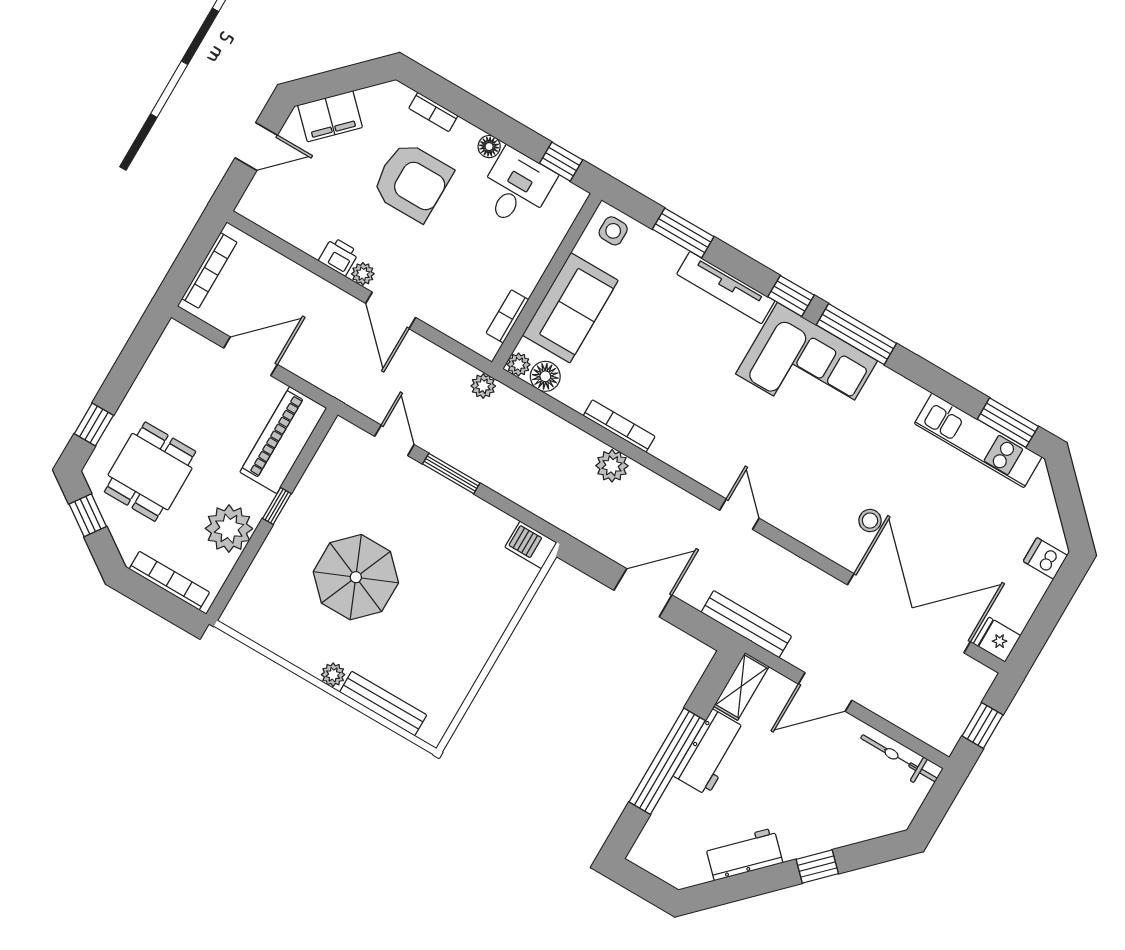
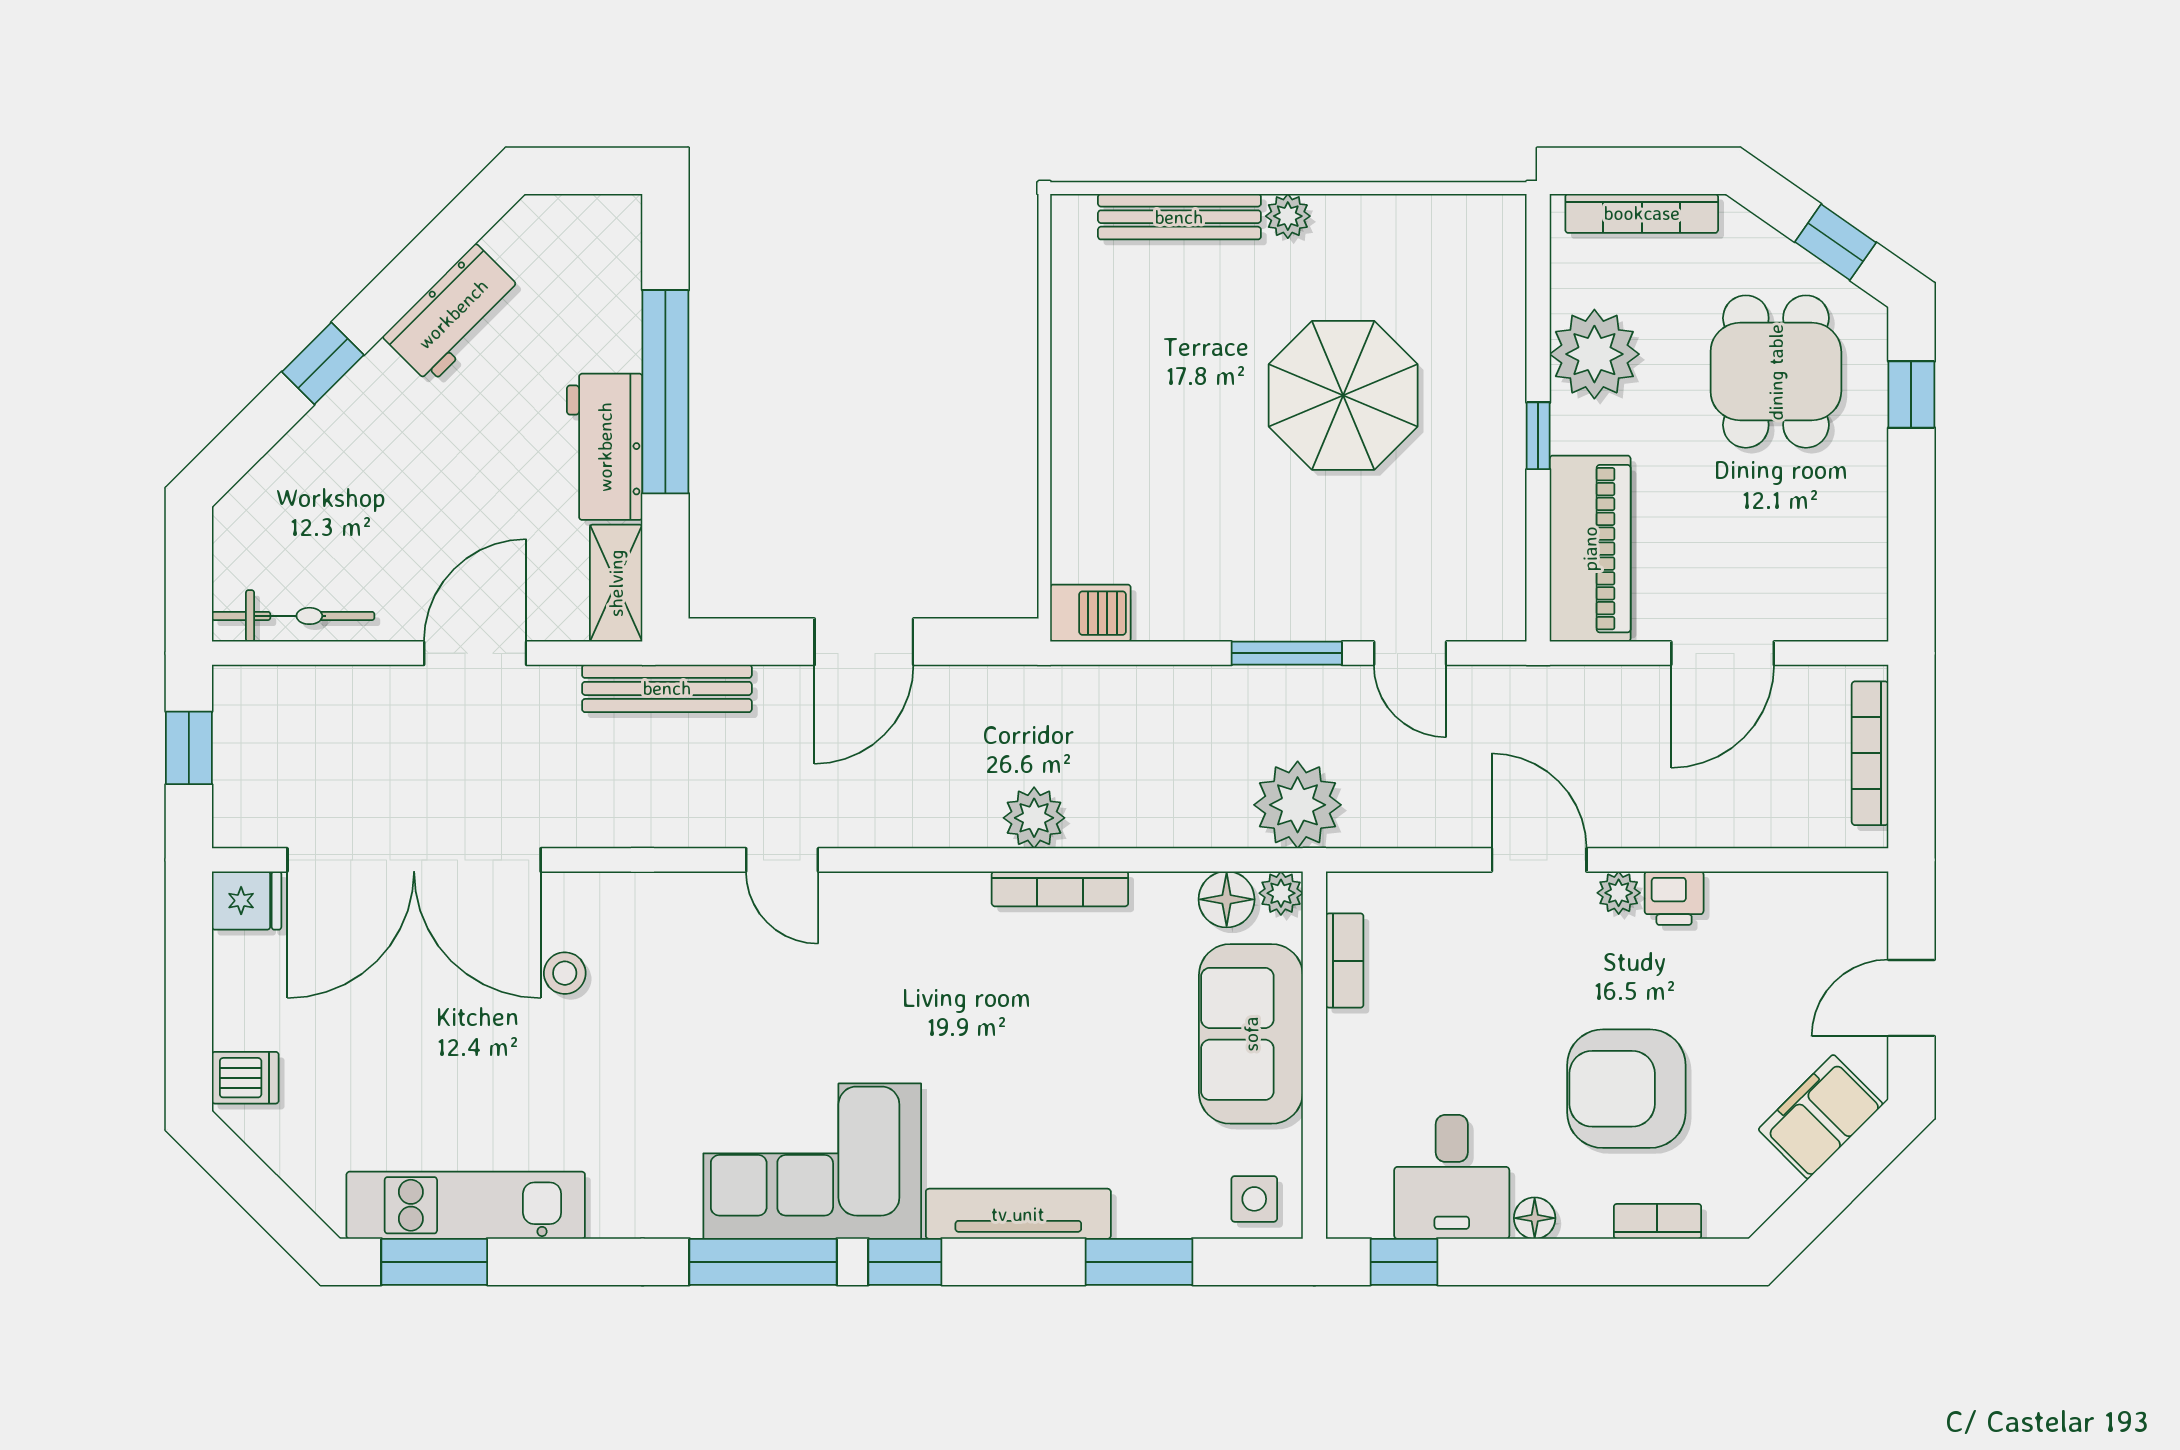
plant: (483, 386) -> (1298, 805), width x1.88, depth x1.88

